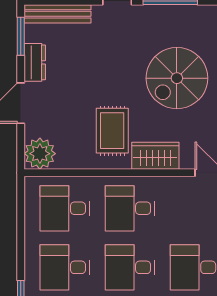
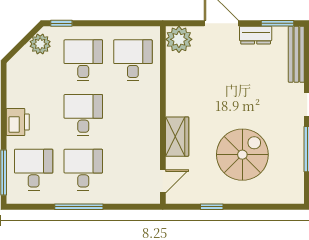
spiral stairs: (177, 78) -> (242, 155), turned 90
rug: (112, 131) -> (198, 100), removed
desk: (130, 208) -> (133, 115), removed

